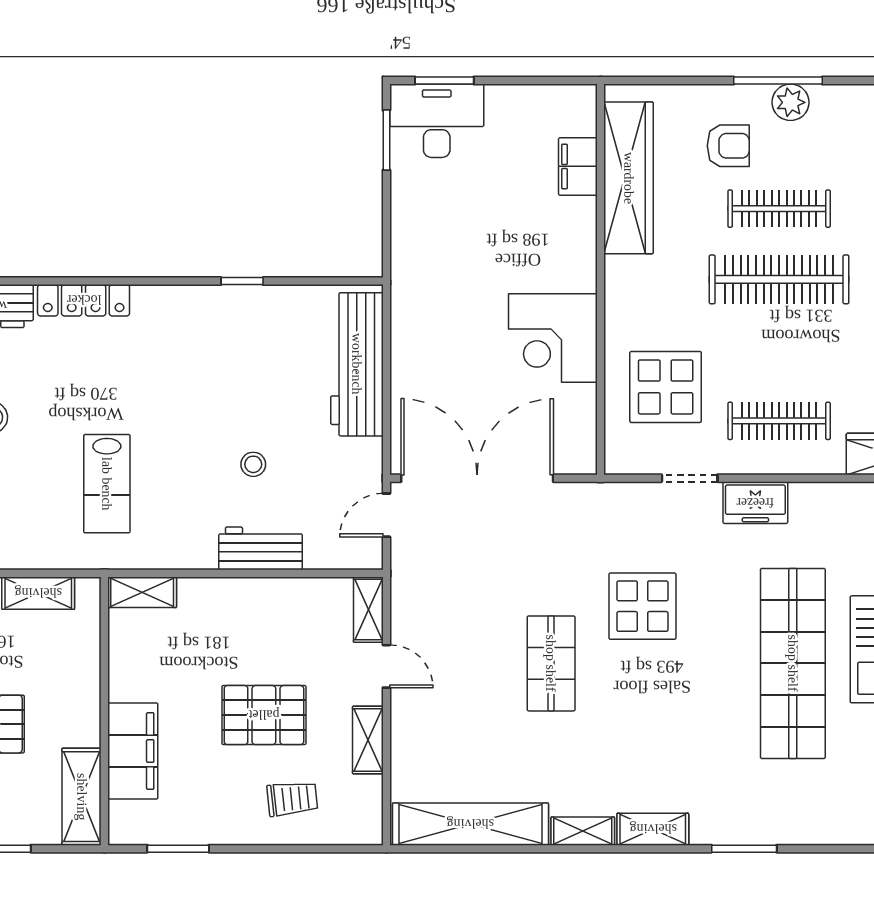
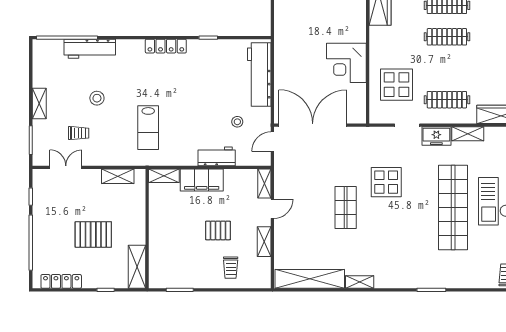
clothes rail: (779, 279) -> (447, 37), width x0.73, depth x0.76
locker: (84, 300) -> (166, 46), moved
stool: (253, 464) -> (237, 122), moved
door: (386, 666) -> (272, 209), hinge flipped
pallet: (264, 715) -> (218, 230), width x0.67, depth x0.71
filing cabinet: (133, 751) -> (202, 180), moved, turned 90
trolley: (292, 799) -> (231, 268), turned 96
shelving: (653, 829) -> (468, 134), moved

